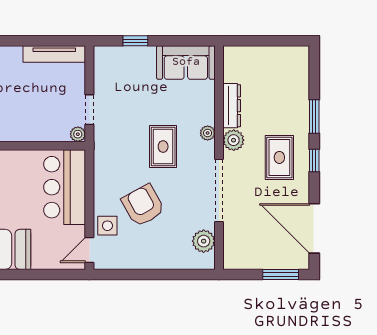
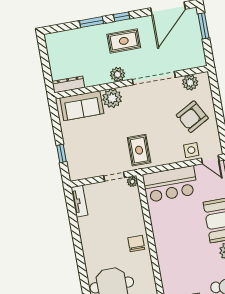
tv unit: (54, 54) -> (79, 201), width x0.71
sofa: (186, 62) -> (82, 106), moved, turned 90
dresser: (232, 106) -> (68, 84), moved
plant: (208, 133) -> (112, 98), width x1.87, depth x1.87
rug: (163, 147) -> (139, 150), moved, turned 90
armchair: (143, 205) -> (192, 117), moved

